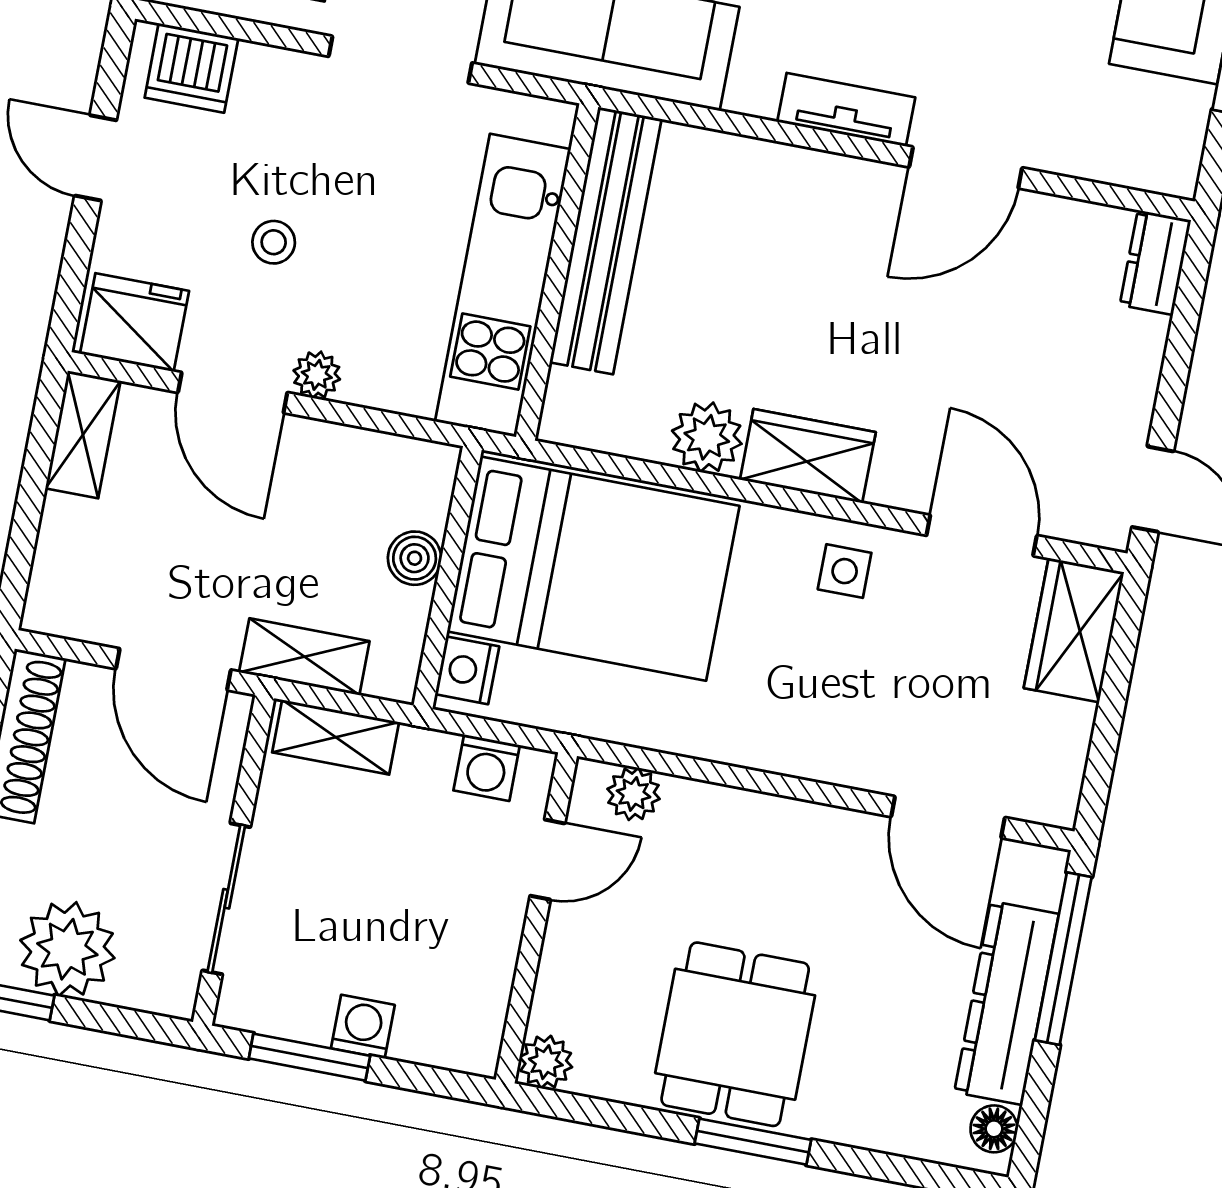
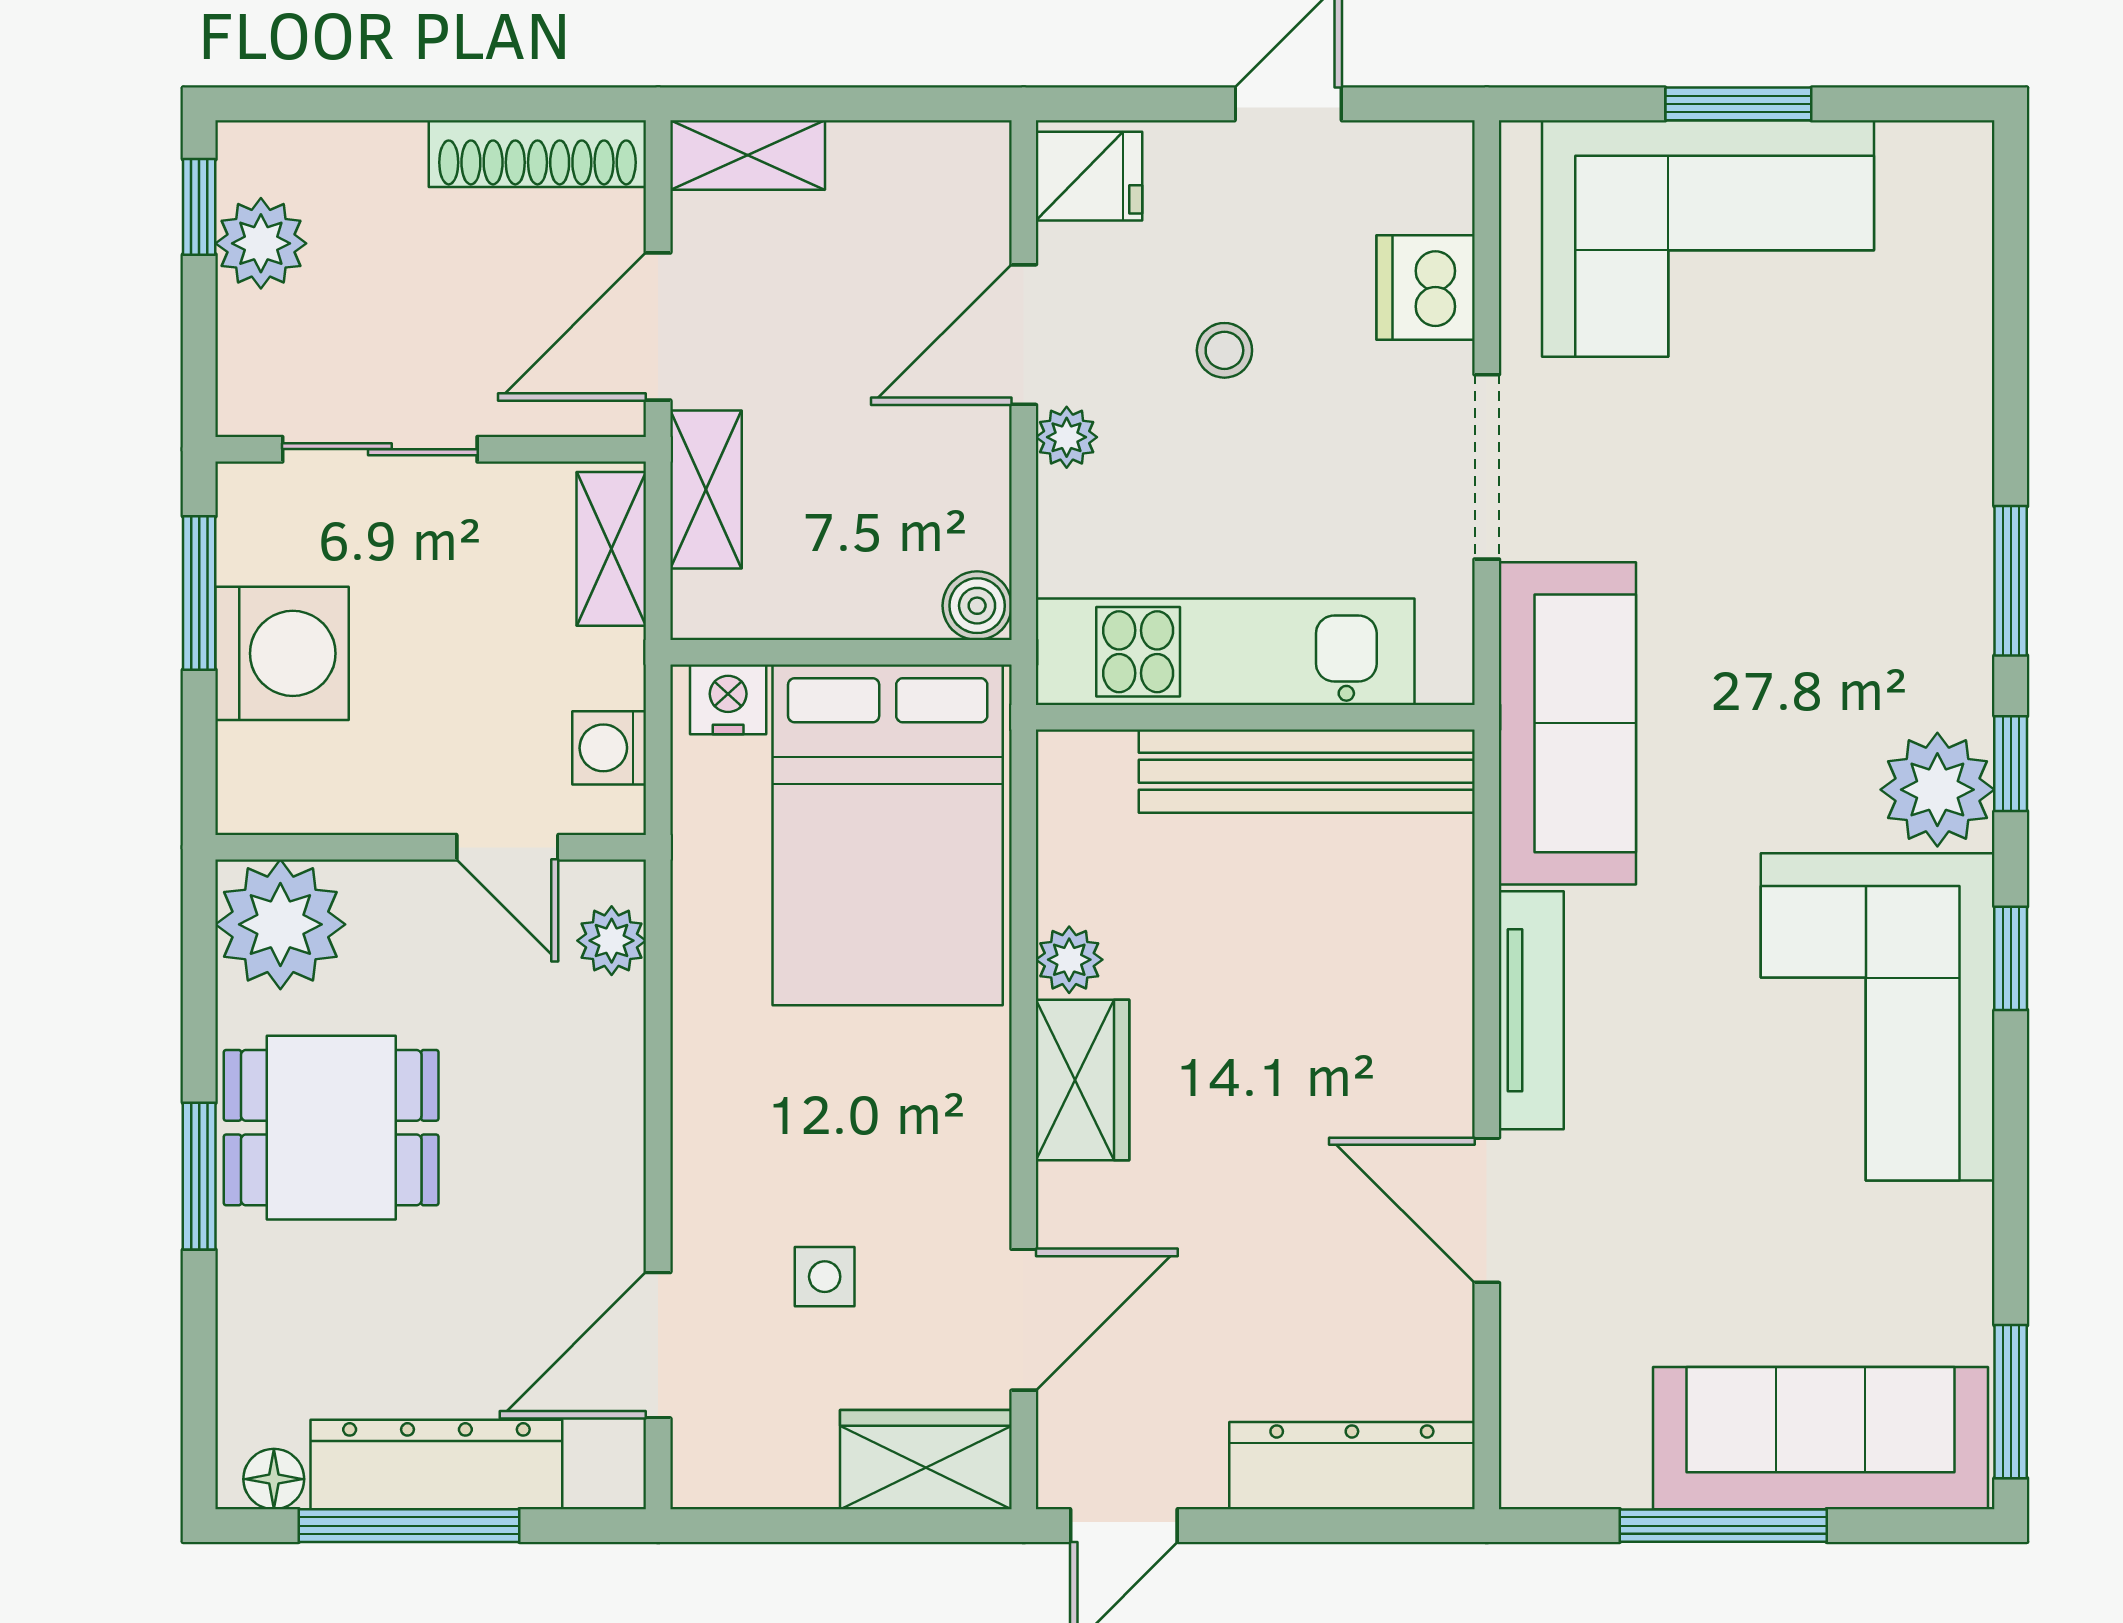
dishwasher: (191, 68) -> (1426, 288), moved
tv unit: (846, 110) -> (1531, 1010), width x1.41
dresser: (1155, 263) -> (1352, 1466), width x1.96, depth x1.24
fridge: (135, 322) -> (1089, 176), width x0.72
shelving: (83, 435) -> (748, 155), moved
plant: (707, 437) -> (1069, 960), width x0.73, depth x0.73
boiler: (415, 558) -> (977, 606), moved
side table: (845, 571) -> (825, 1277), moved
plant: (67, 949) -> (261, 243), width x0.73, depth x0.73
window: (1063, 959) -> (409, 1526), moved
washing machine: (363, 1027) -> (282, 653), width x1.89, depth x1.89
plant: (546, 1062) -> (280, 924), width x1.88, depth x1.88

